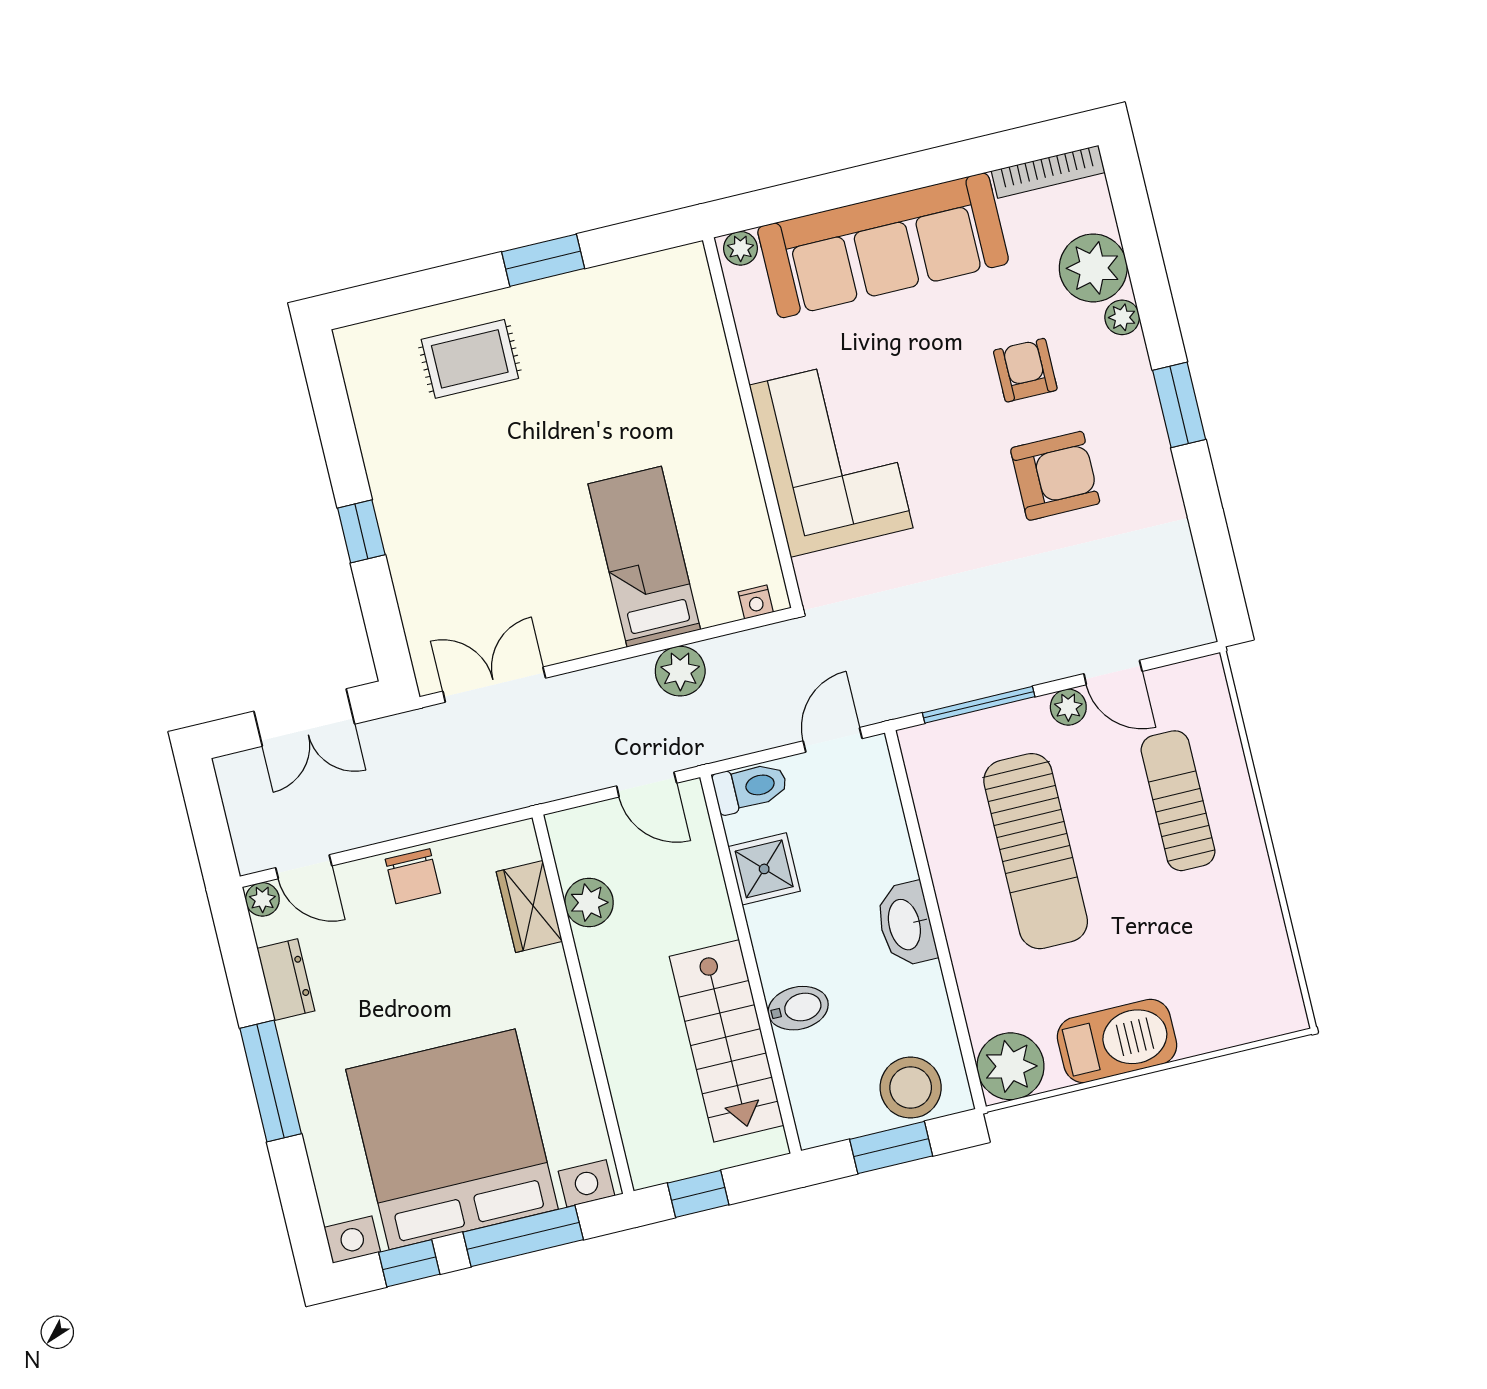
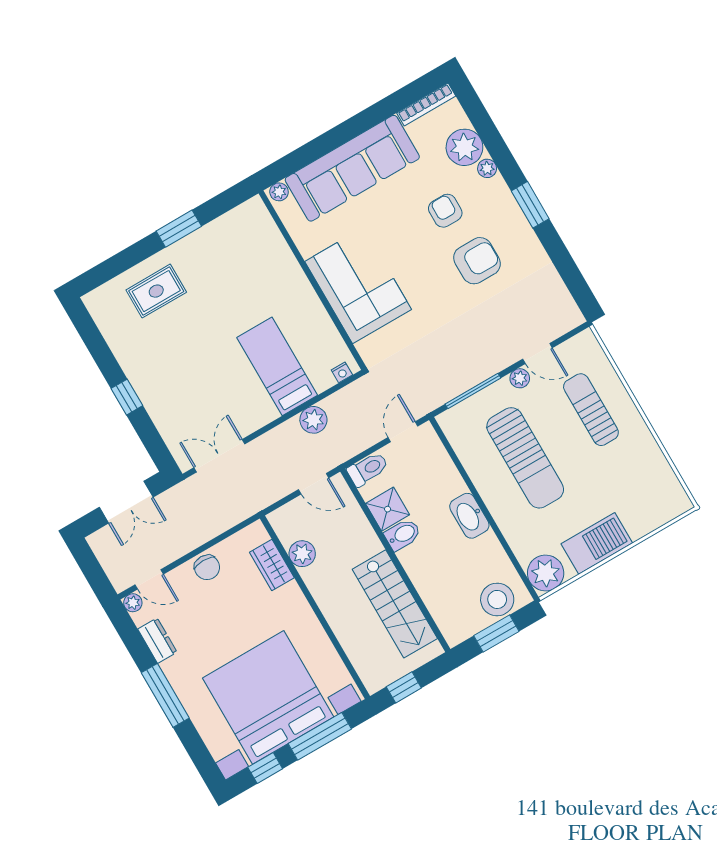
bidet: (798, 1008) -> (403, 535), moved

